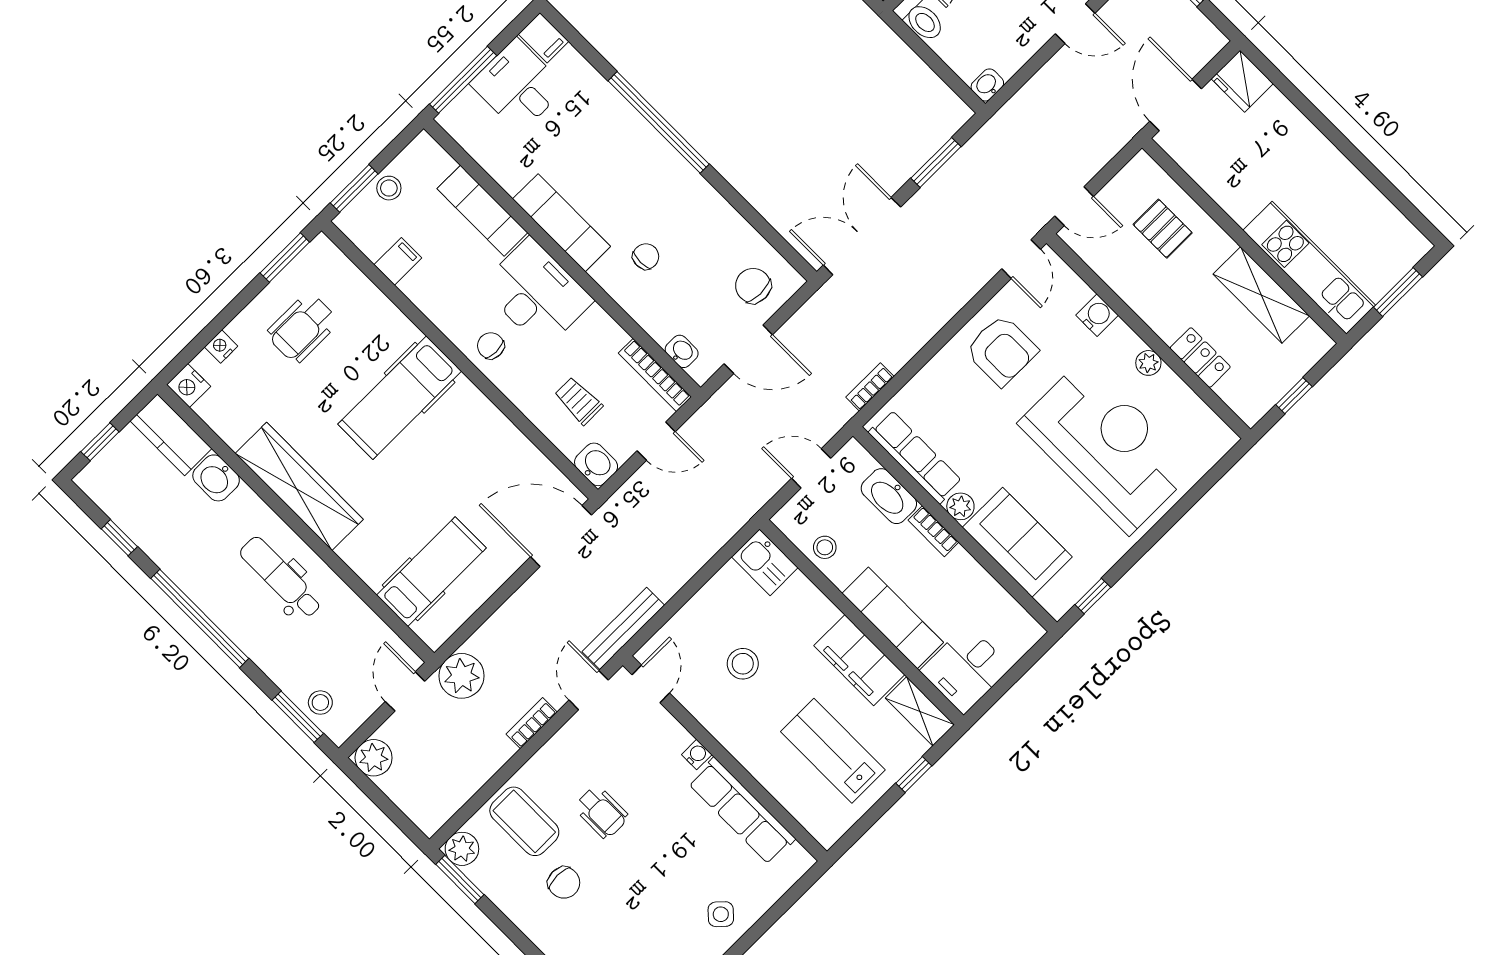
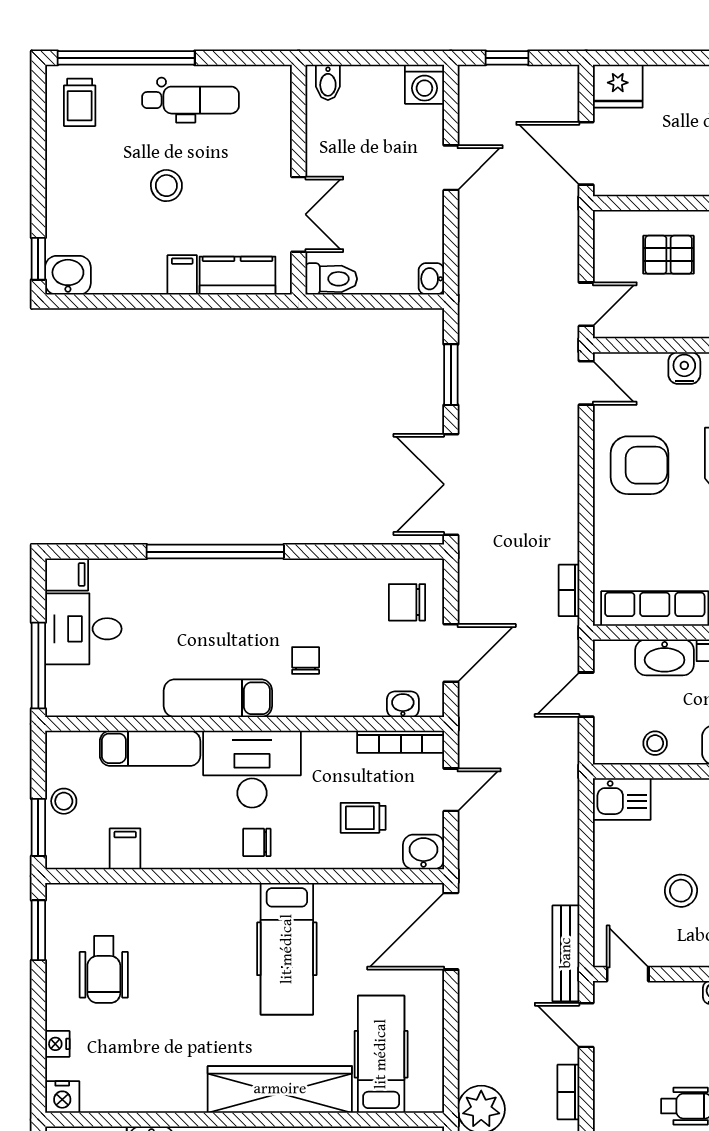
hospital bed: (400, 398) -> (287, 949), moved
wardrobe: (299, 486) -> (280, 1089), moved

